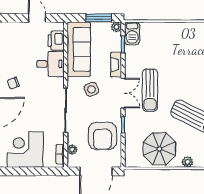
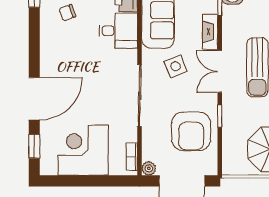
chair: (13, 83) -> (67, 13), moved
double door: (123, 93) -> (220, 71), swing flipped
plant: (72, 149) -> (149, 168), moved

